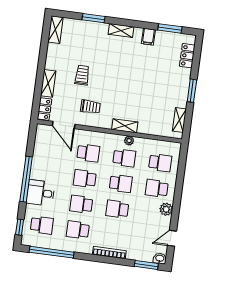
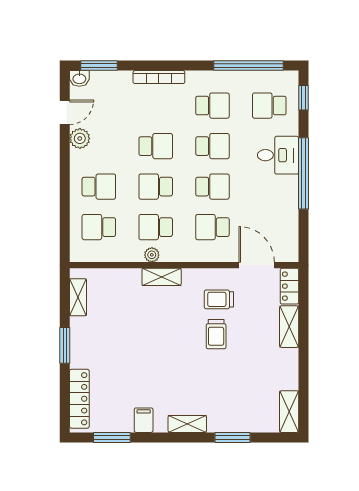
locker: (187, 56) -> (79, 399), width x1.53
trolley: (82, 75) -> (216, 334), moved
plant: (166, 209) -> (80, 138), moved

